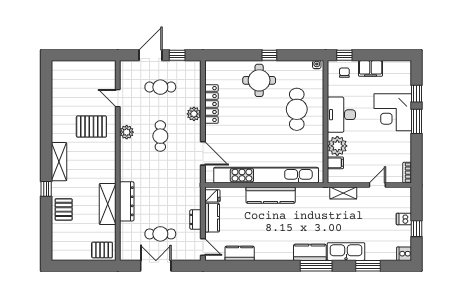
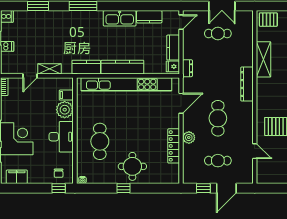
filing cabinet: (371, 68) -> (17, 177), moved
plant: (127, 132) -> (247, 122), removed
cafe table: (160, 136) -> (218, 118), width x1.37, depth x1.35
door: (203, 153) -> (181, 103), swing flipped
shelving: (343, 193) -> (49, 69), moved
dresser: (127, 201) -> (247, 84), moved
dresser: (195, 219) -> (187, 68), moved
door: (203, 247) -> (181, 22), swing flipped
kitchen counter: (310, 252) -> (86, 67), moved, turned 180
kitchen sink: (346, 252) -> (120, 18), moved

